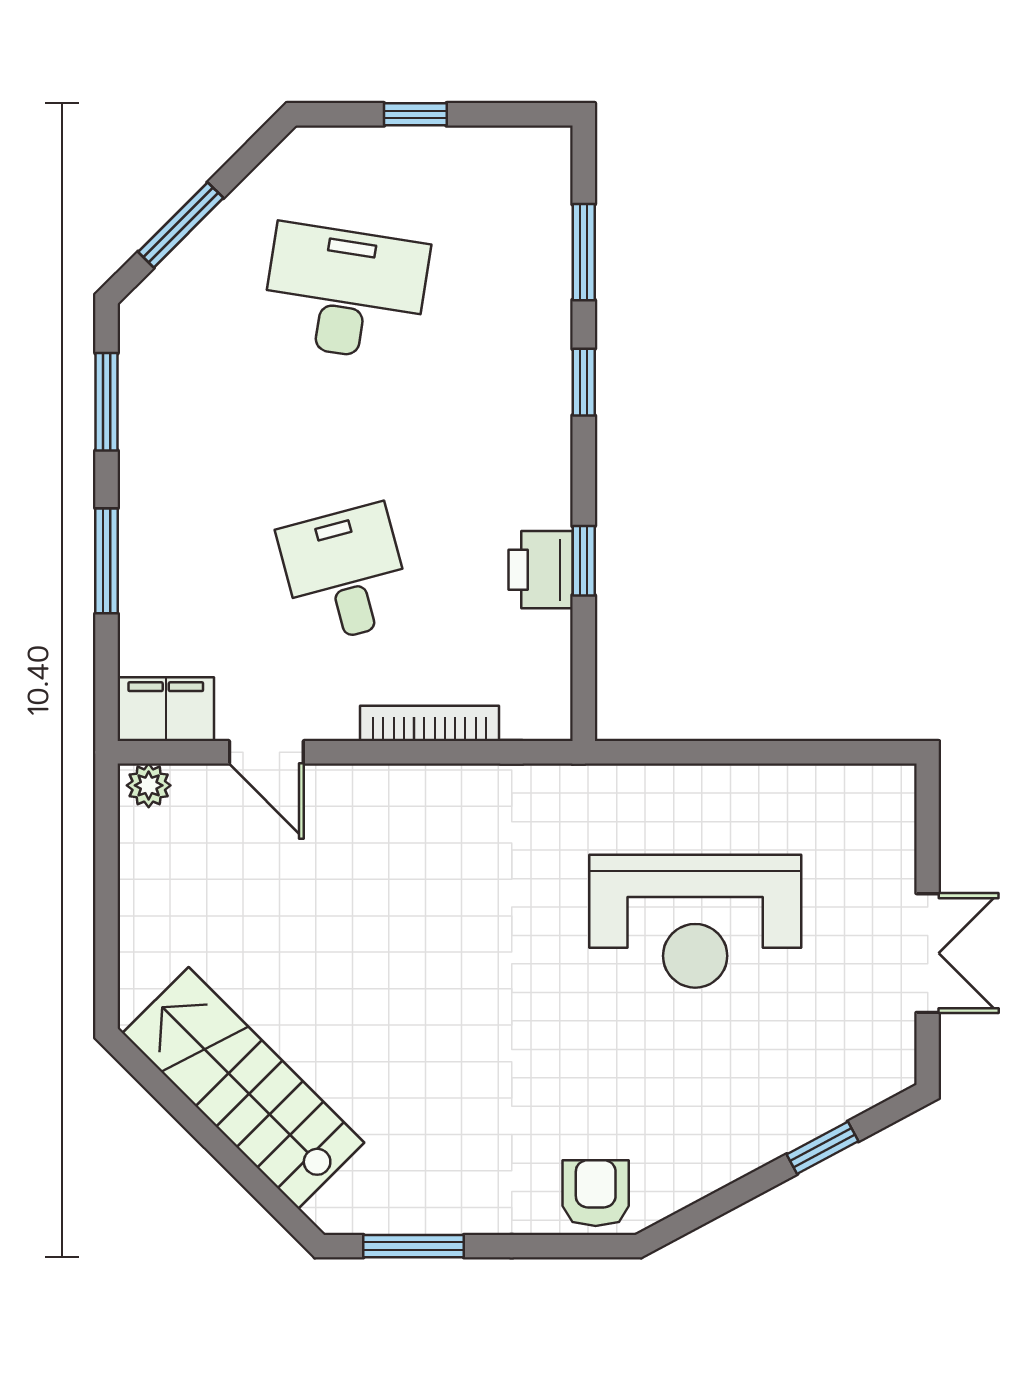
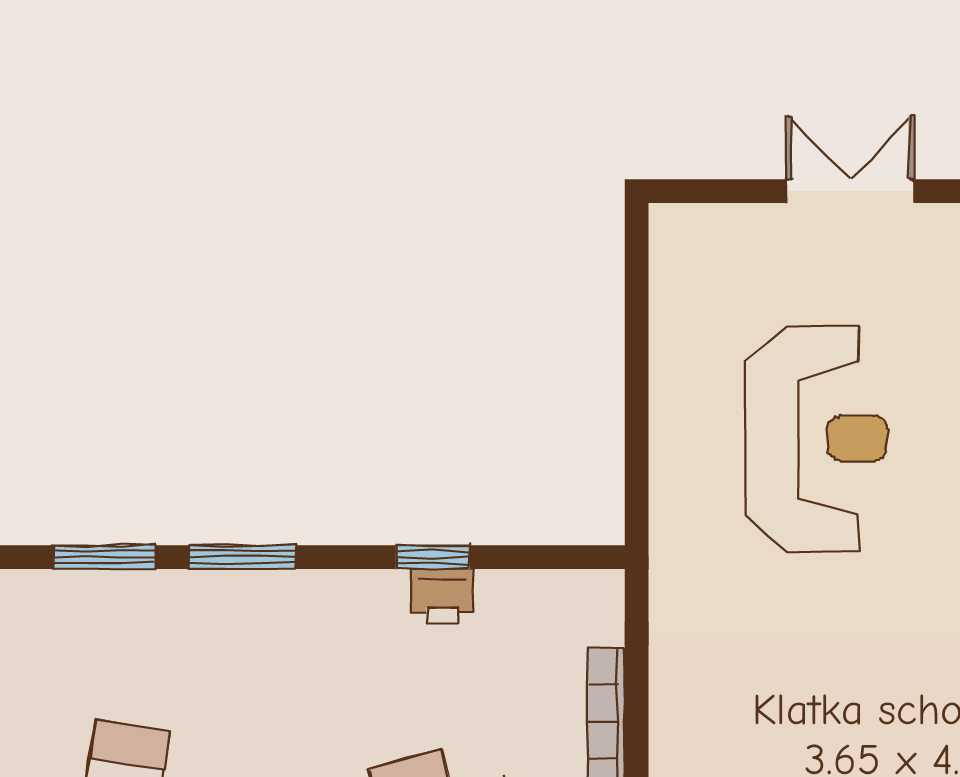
window: (584, 382) -> (243, 557), width x1.50
printer: (541, 570) -> (442, 596), width x0.73, depth x0.81

